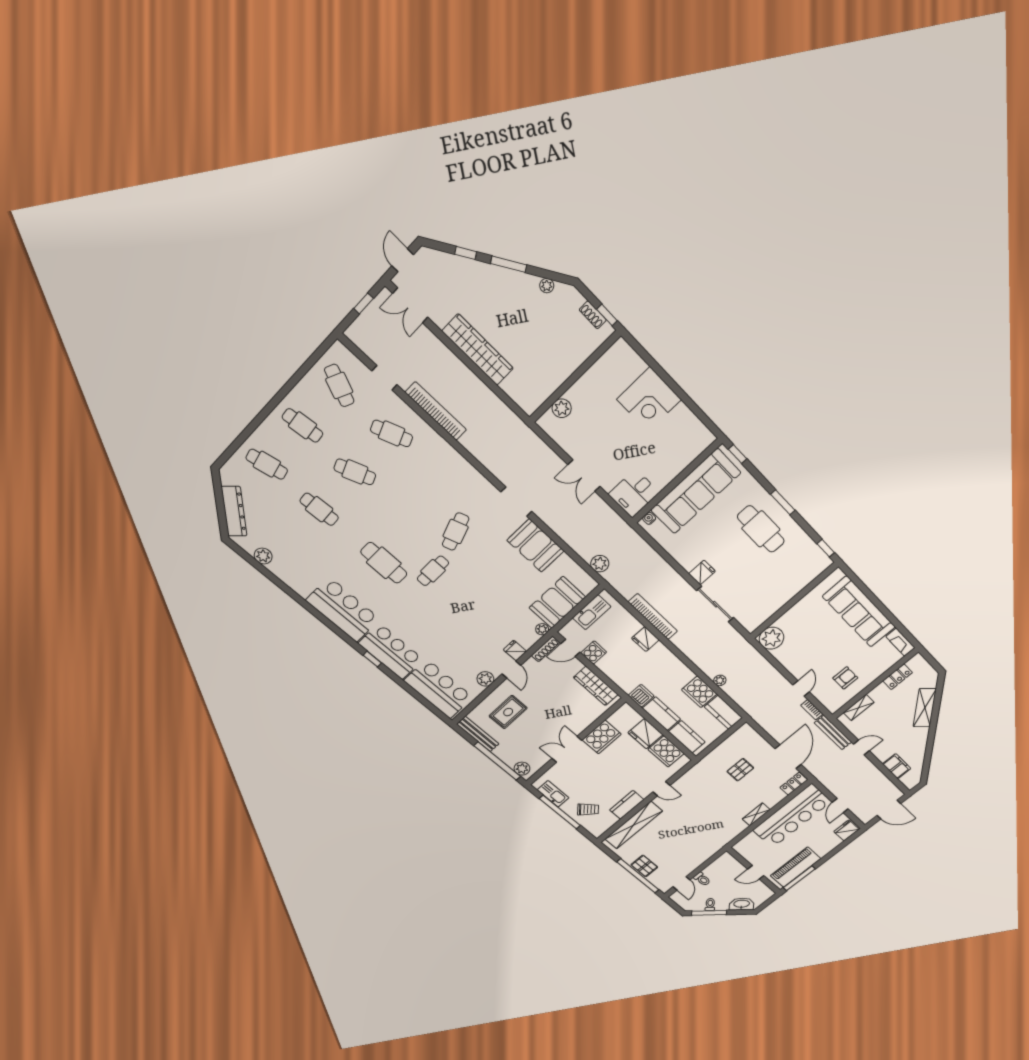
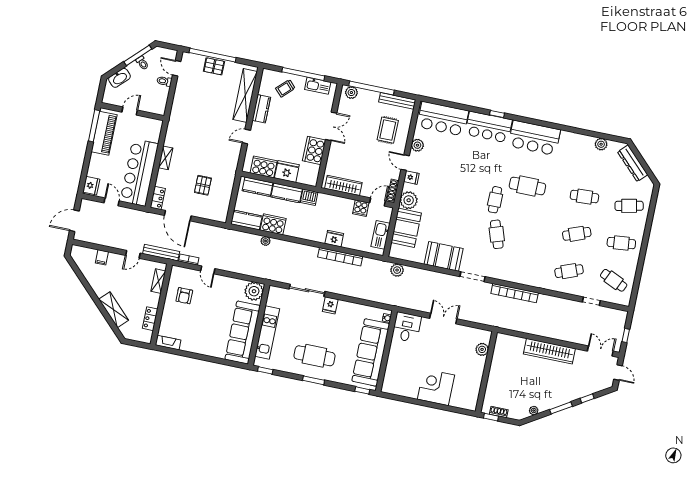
bookcase: (436, 411) -> (515, 293), moved
kitchen unit: (792, 587) -> (267, 332), added
sofa: (859, 612) -> (243, 333), moved, turned -90
plant: (542, 629) -> (409, 200), width x1.87, depth x1.87
filing cabinet: (897, 766) -> (102, 257), width x0.50

